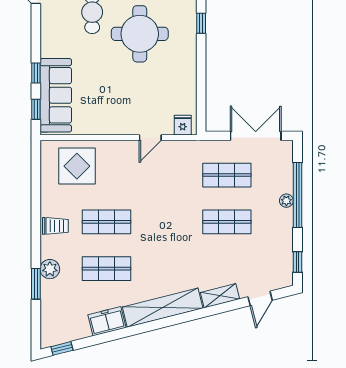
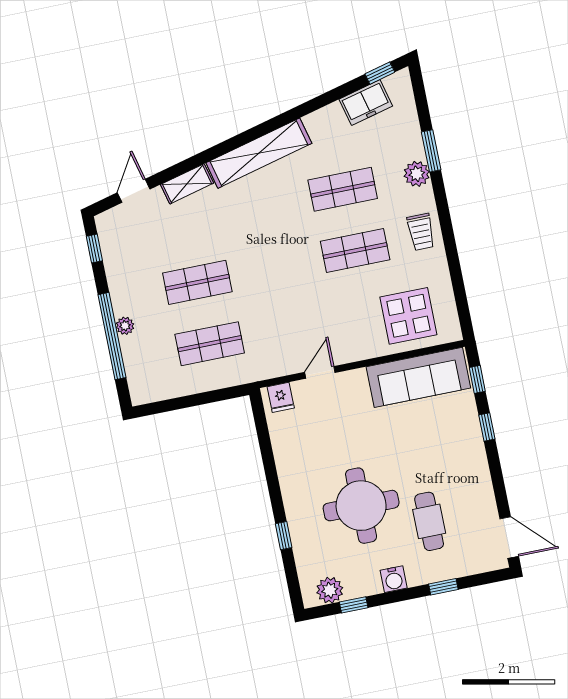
sofa: (56, 95) -> (418, 377), moved, turned -90
double door: (256, 136) -> (182, 402), removed
trolley: (55, 226) -> (421, 232), turned -90
freezer: (107, 321) -> (366, 103), moved

